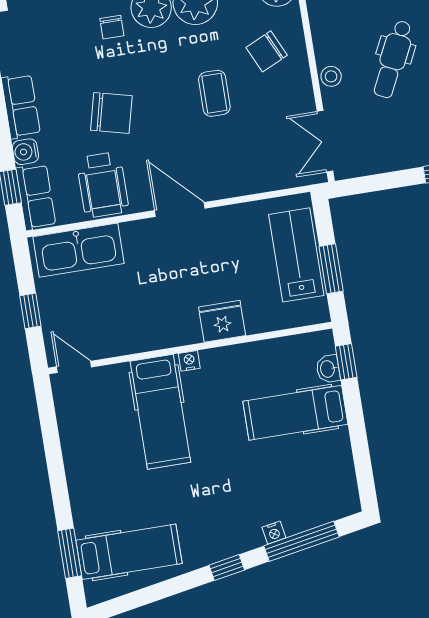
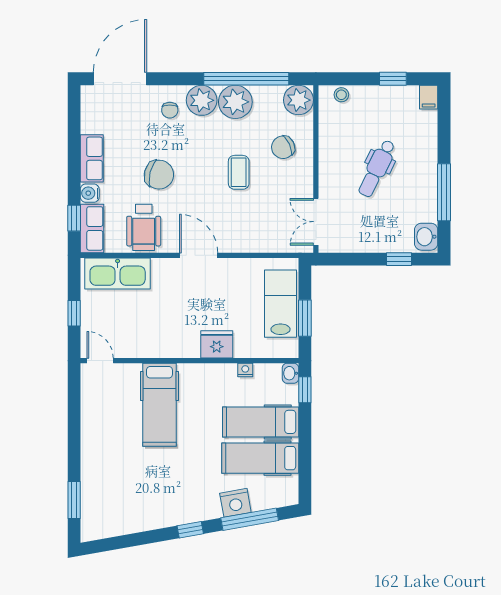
stool: (331, 76) -> (328, 174), removed
nightstand: (189, 361) -> (245, 370), moved
washbasin: (328, 369) -> (290, 373), moved
nightstand: (274, 533) -> (235, 503), width x1.89, depth x1.79
hospital bed: (129, 552) -> (260, 458), moved, turned 180

